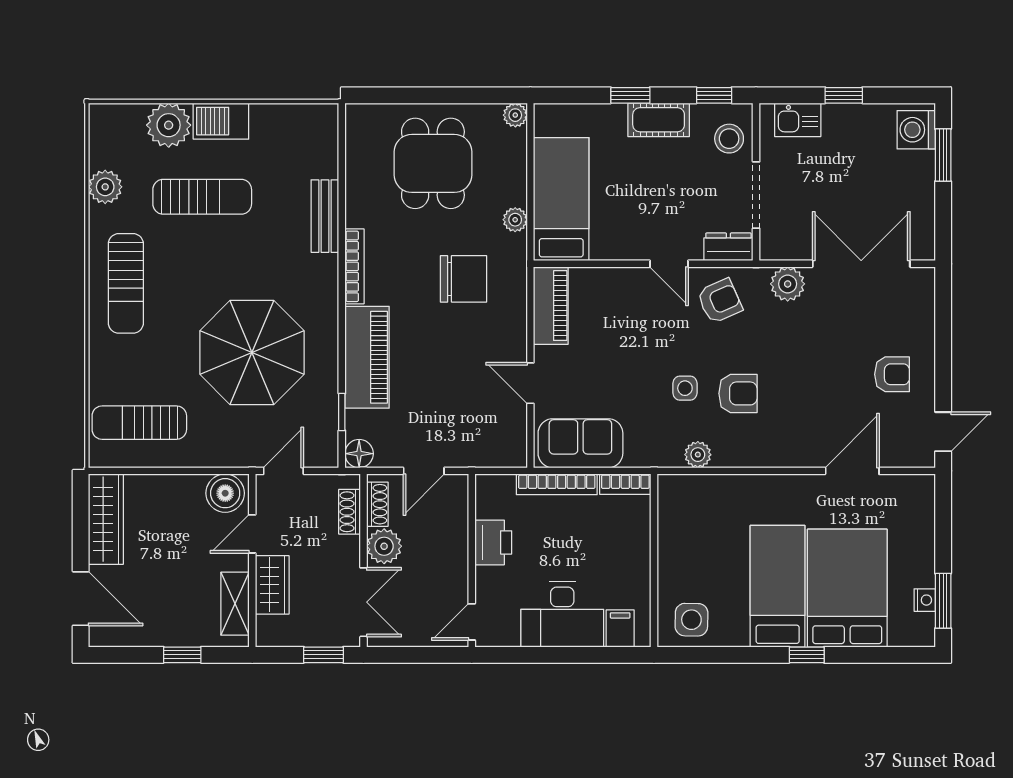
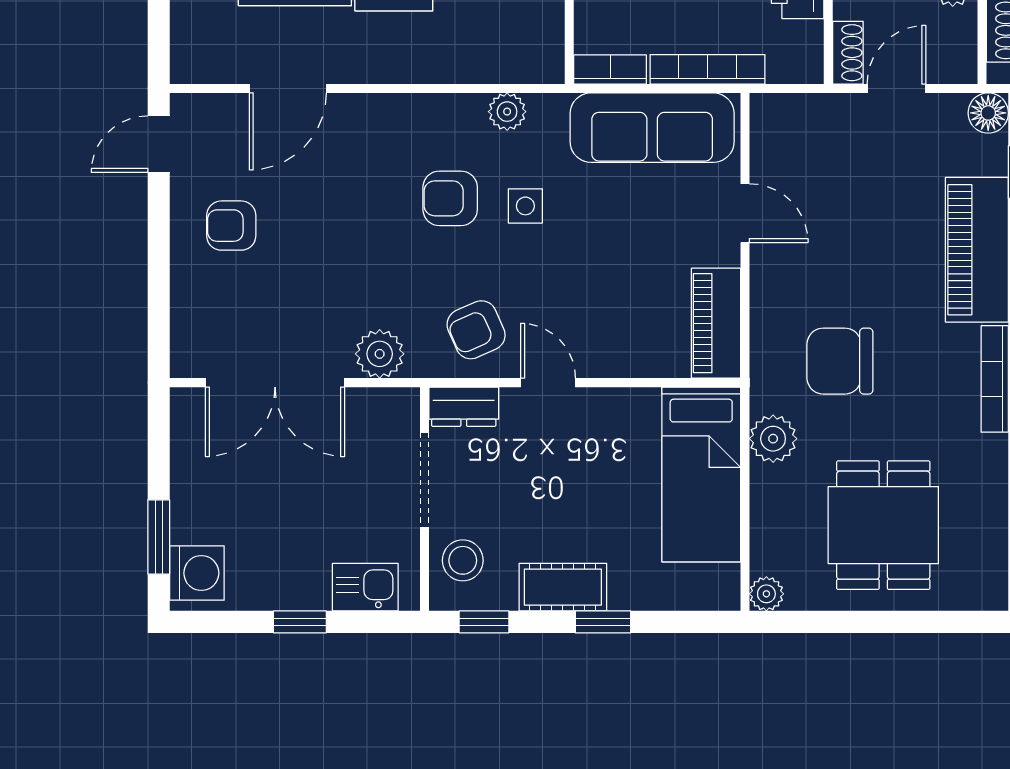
plant: (515, 220) -> (773, 439), width x1.38, depth x1.38
sofa: (580, 443) -> (652, 128), width x1.36
shoe rack: (377, 504) -> (848, 53), moved, turned 180

